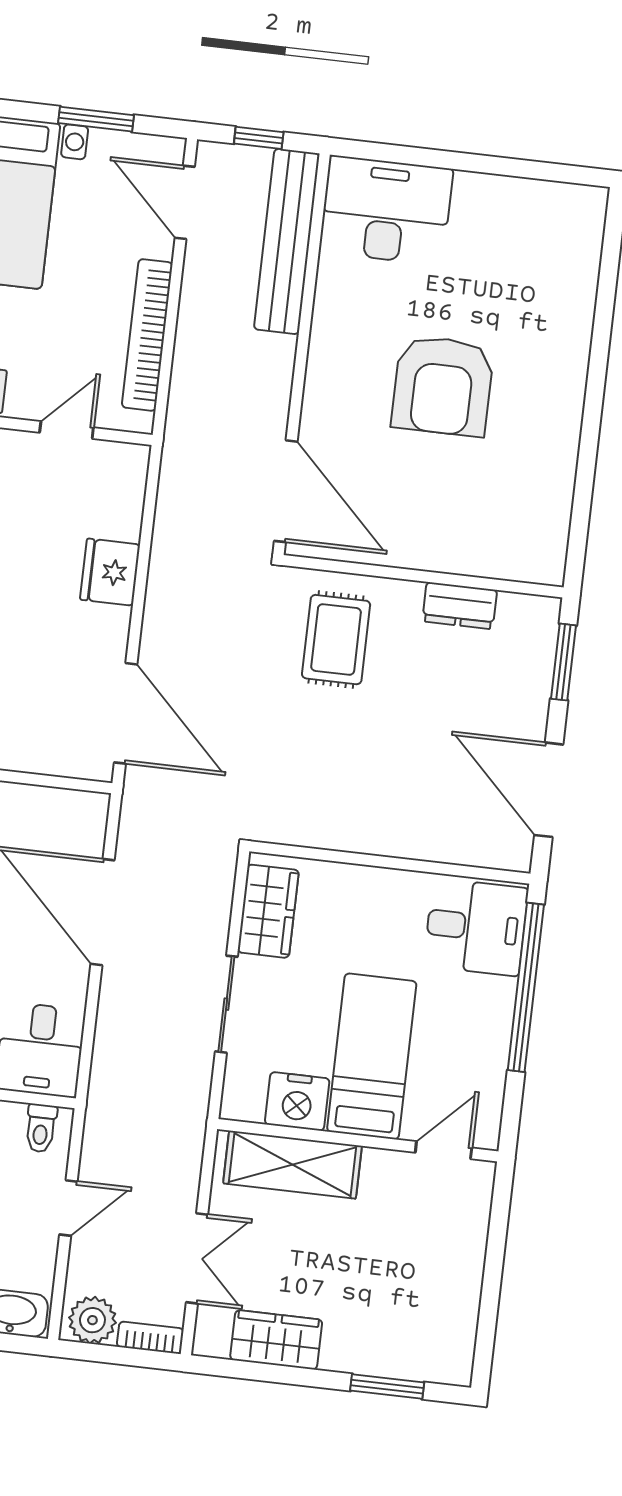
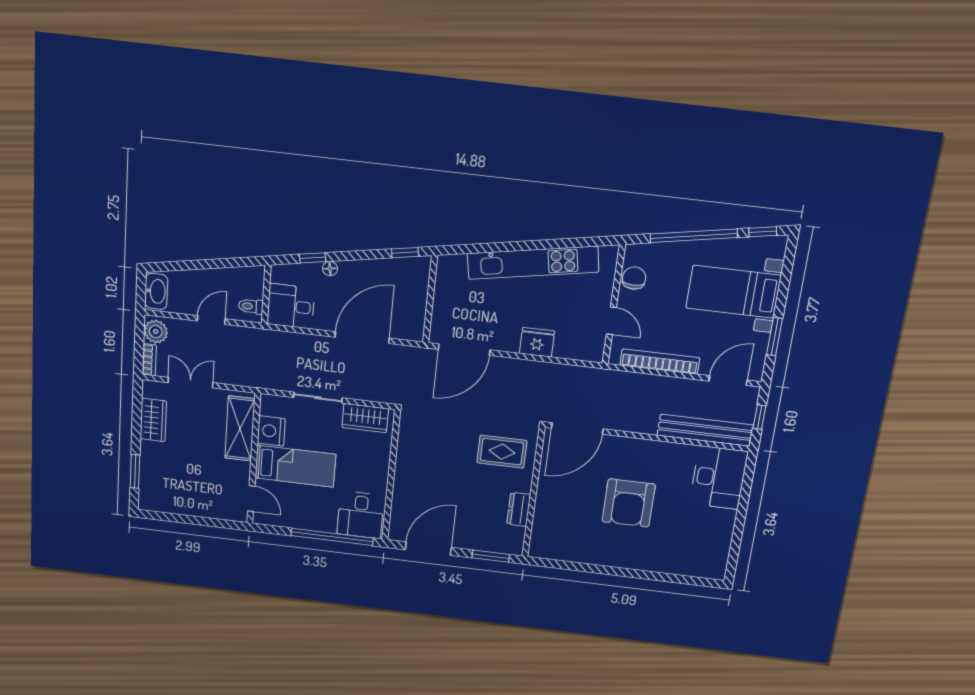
armchair: (443, 386) -> (629, 503), turned -90
door: (68, 1208) -> (211, 320), swing flipped
double door: (197, 1258) -> (190, 383), swing flipped

